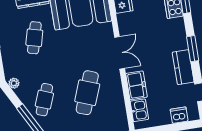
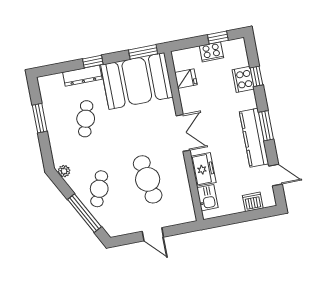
kitchen counter: (183, 67) -> (254, 138), width x1.50
cafe table: (87, 93) -> (148, 179), turned -30

